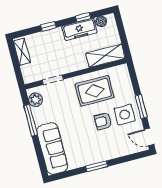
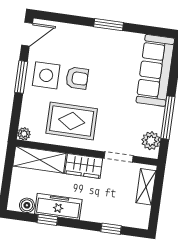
window: (48, 26) -> (111, 229), moved
shelving: (22, 52) -> (146, 187), moved
wardrobe: (74, 64) -> (84, 166), added
plant: (123, 69) -> (24, 134), added
door: (149, 137) -> (27, 34), hinge flipped

